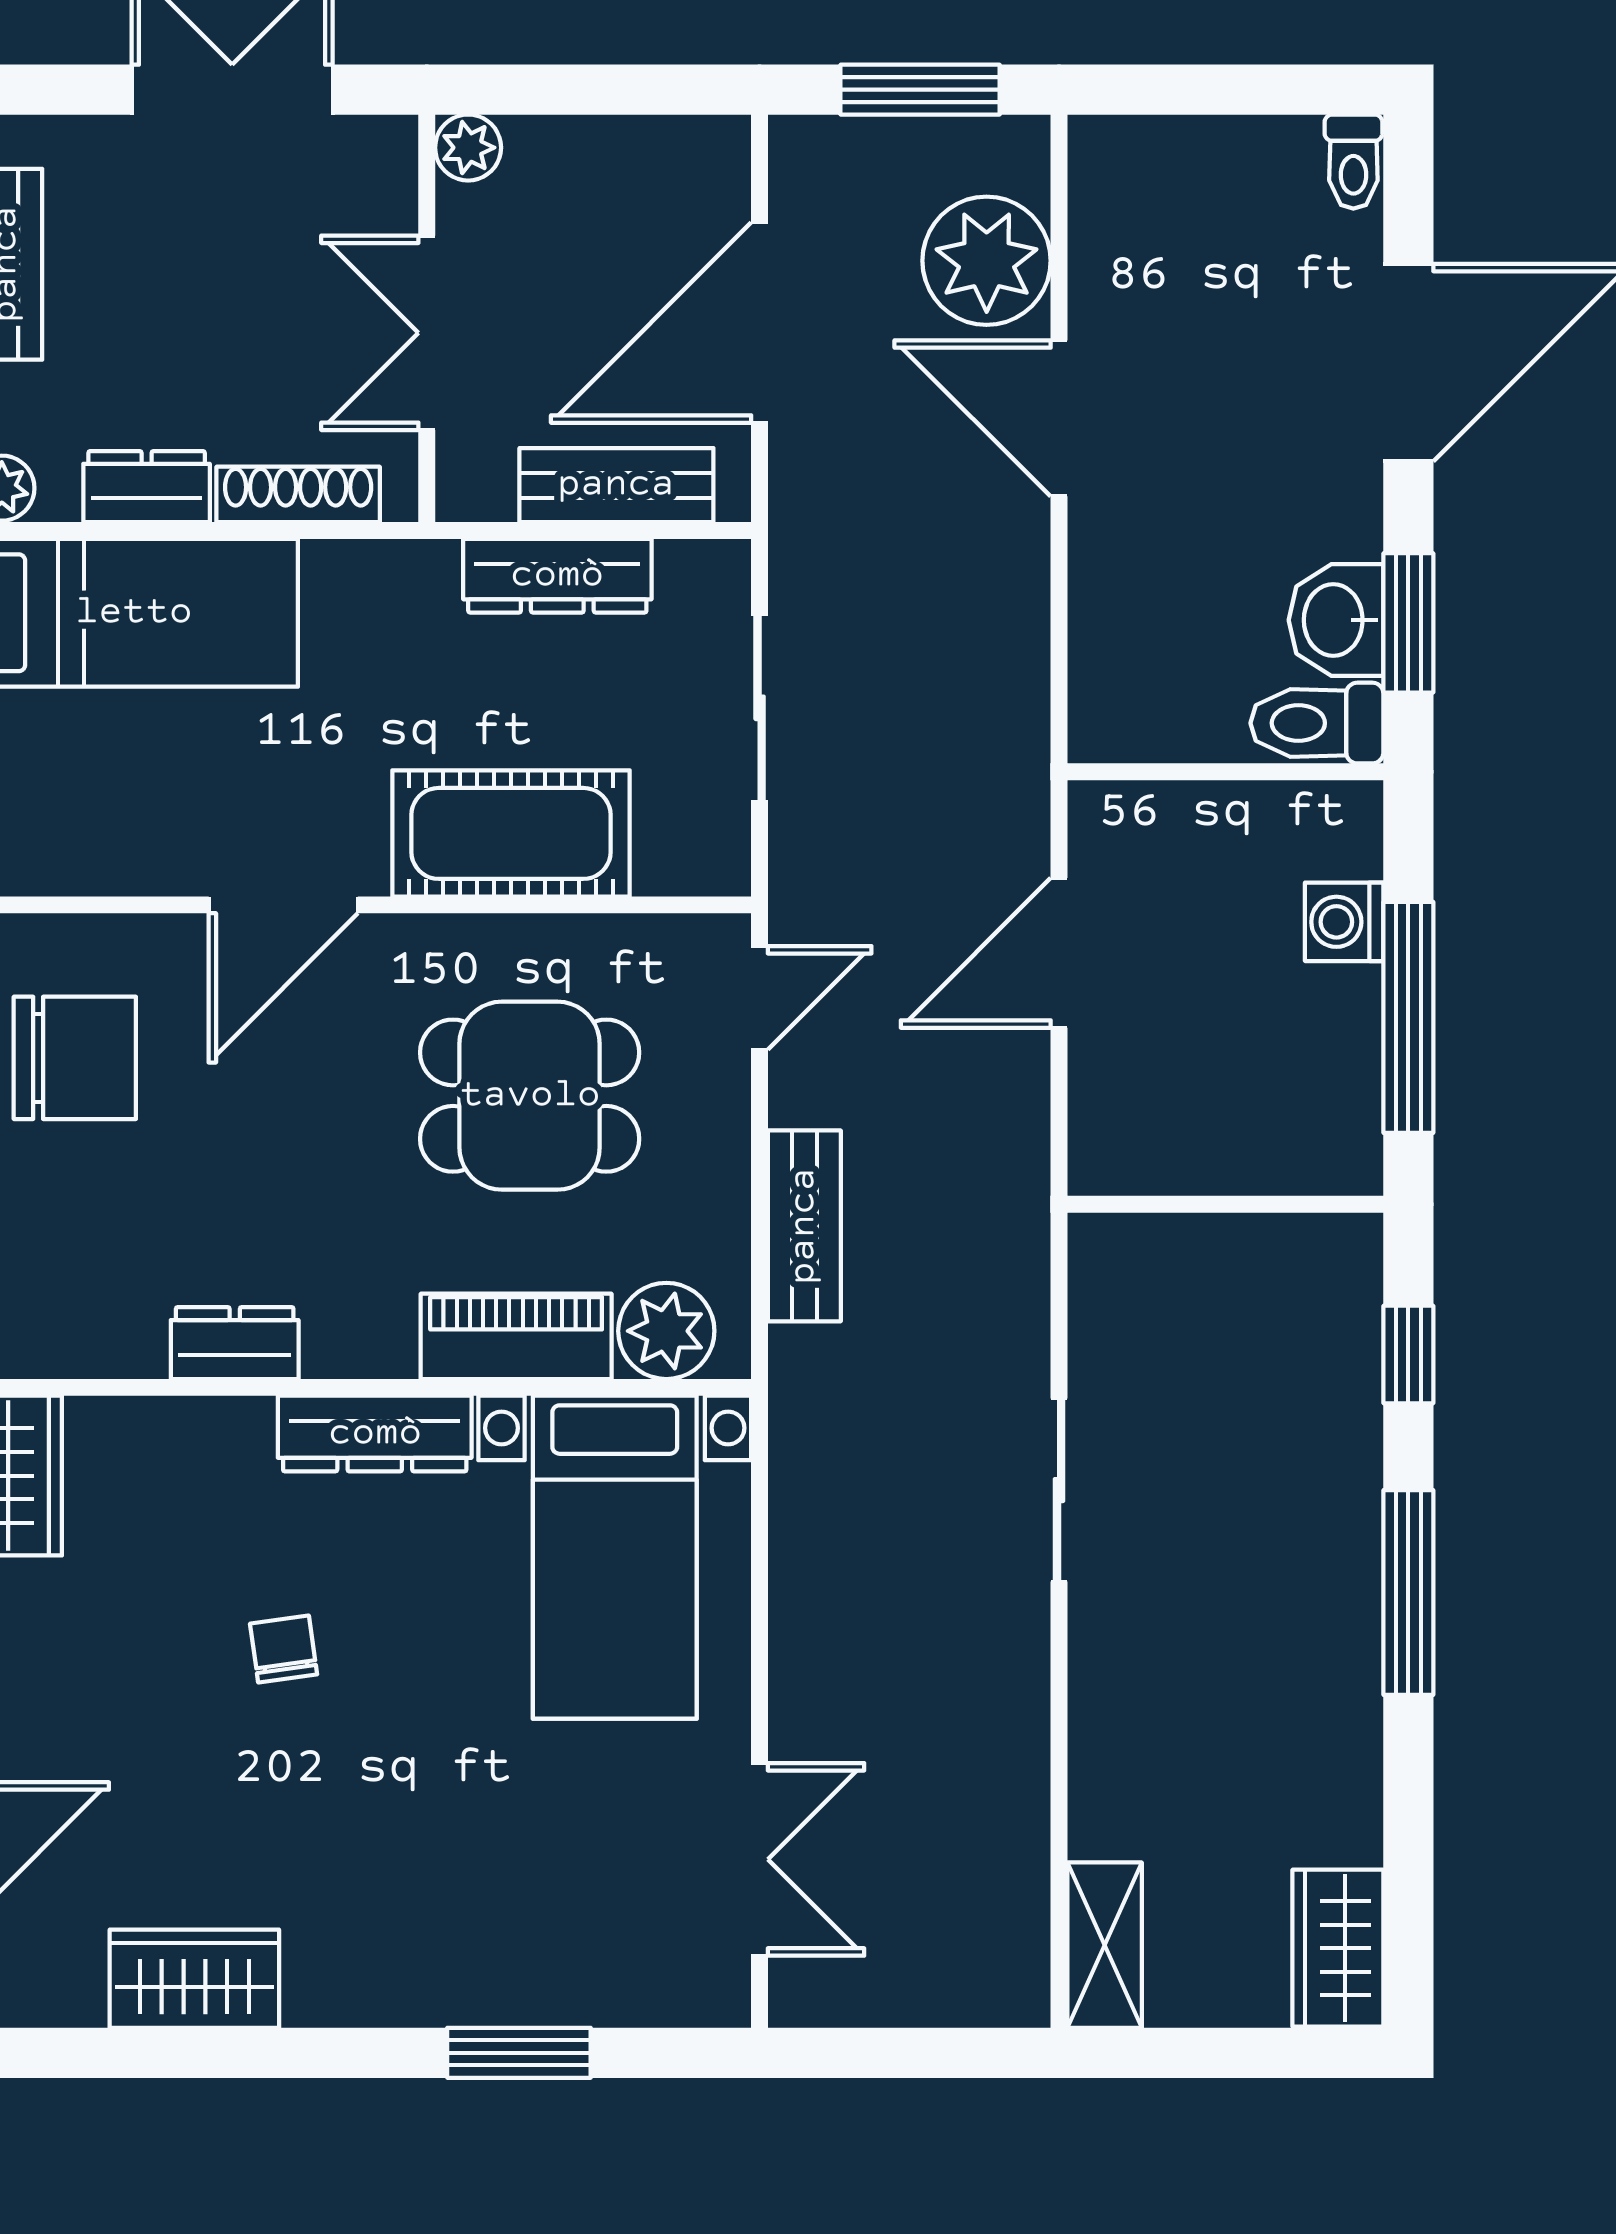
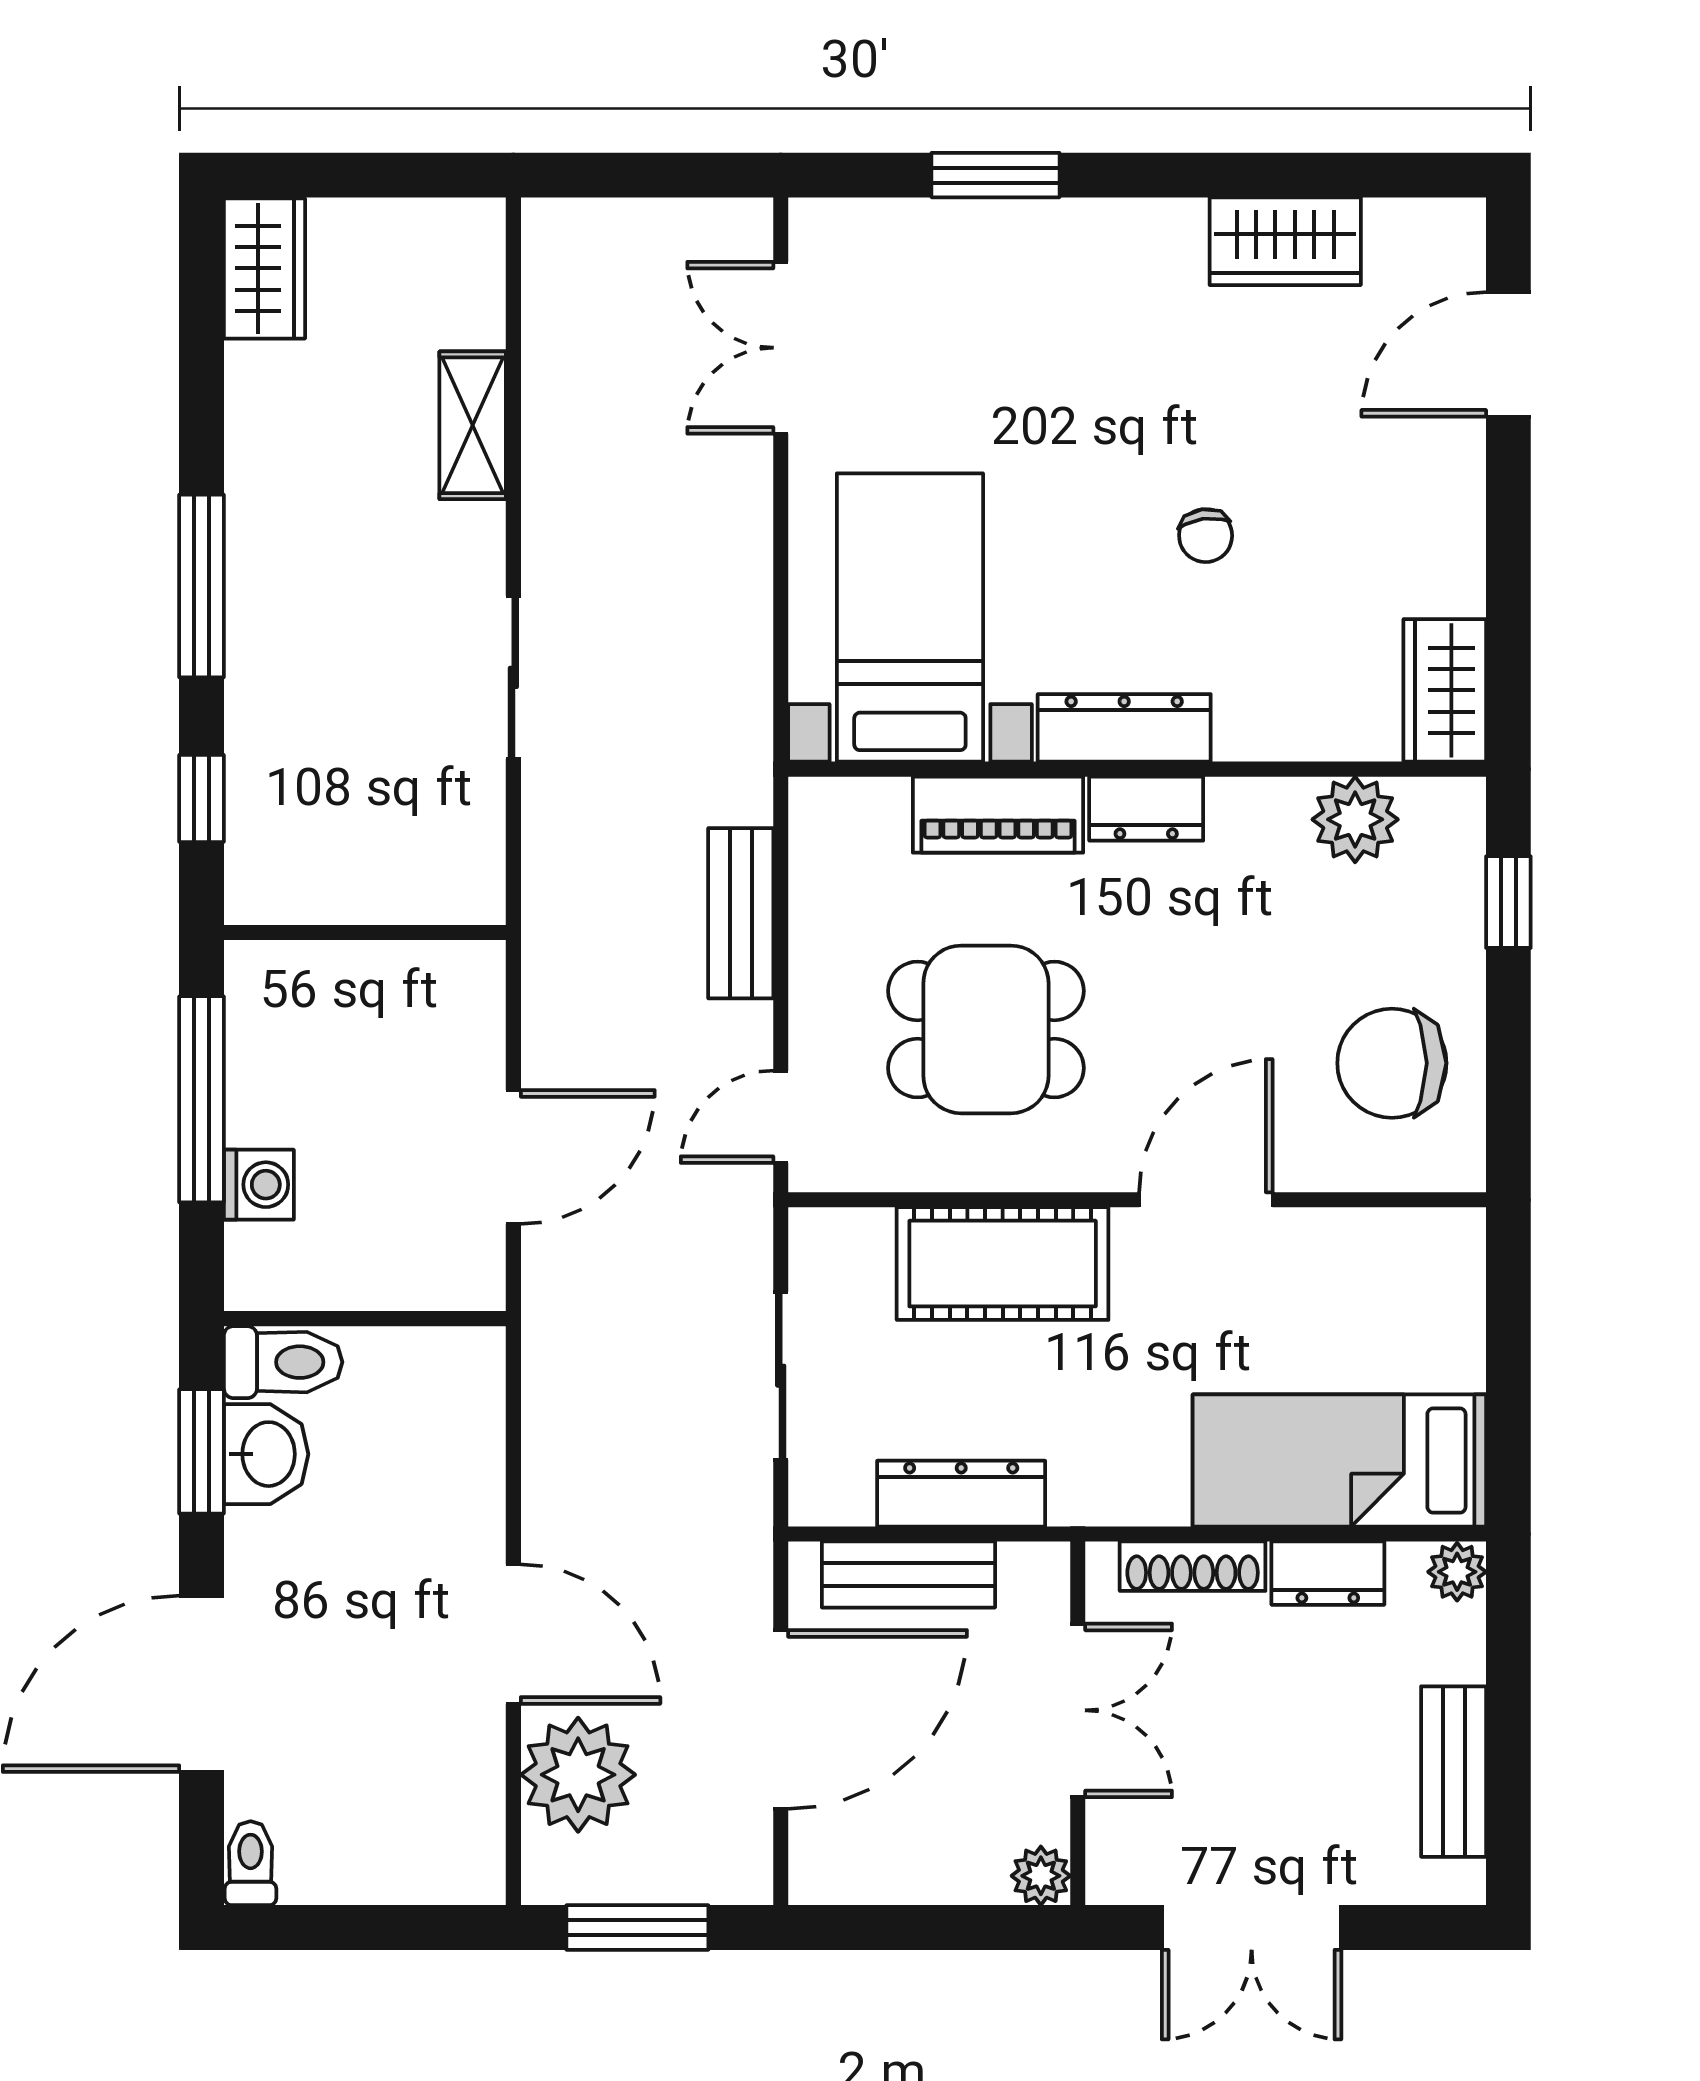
plant: (666, 1331) -> (1355, 819), moved
dresser: (235, 1343) -> (1146, 809), moved
shelving: (1105, 1945) -> (473, 425), moved

